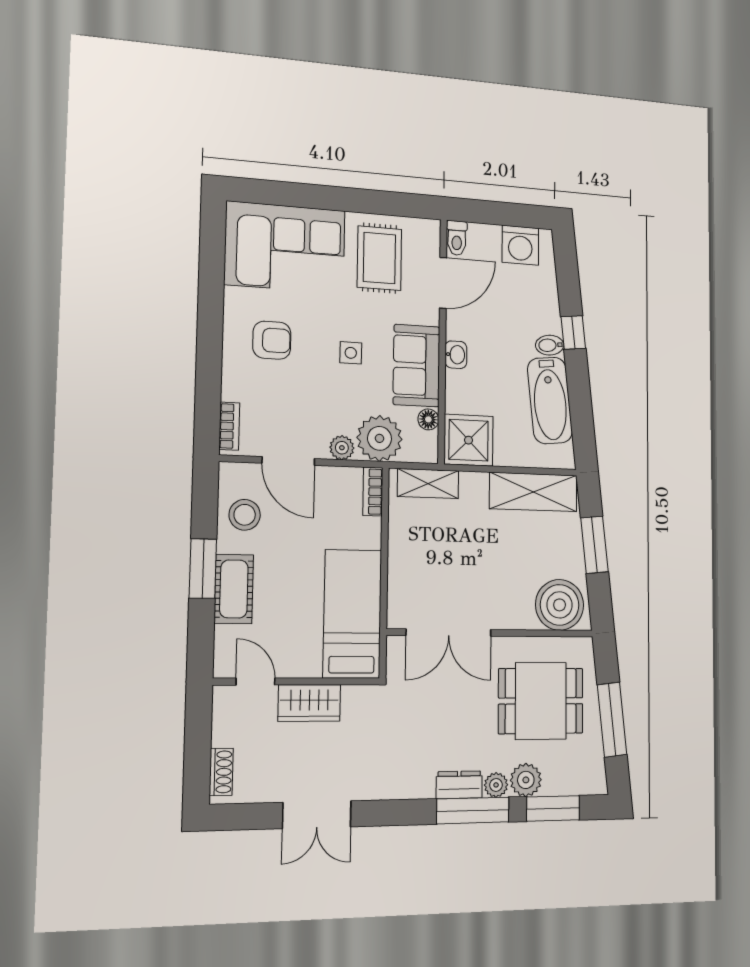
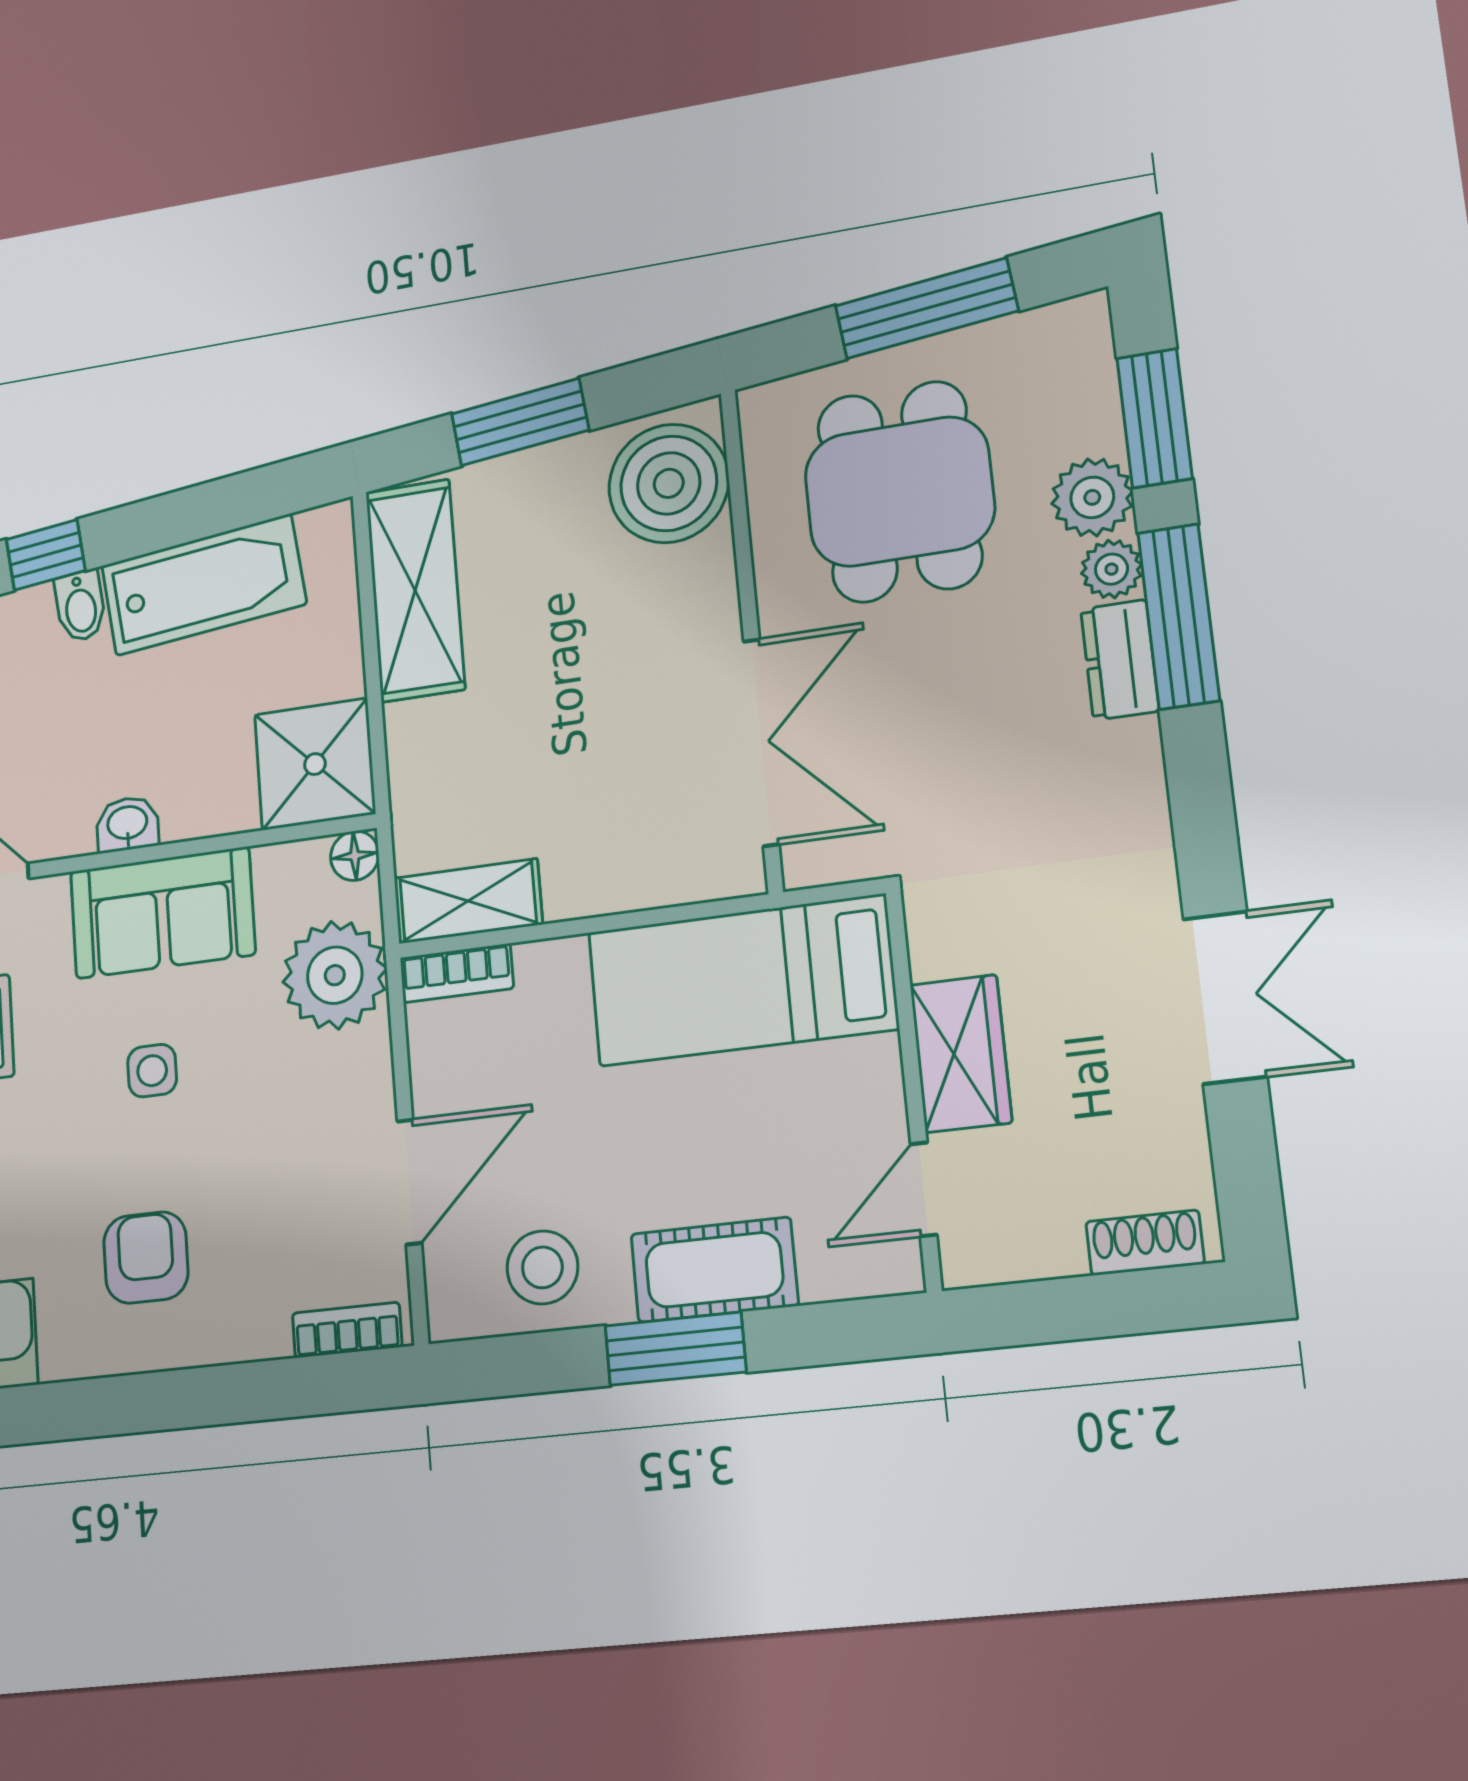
floor lamp: (428, 419) -> (355, 856), moved
plant: (342, 448) -> (366, 1061), removed
shelving: (428, 484) -> (468, 901), moved, turned 90

